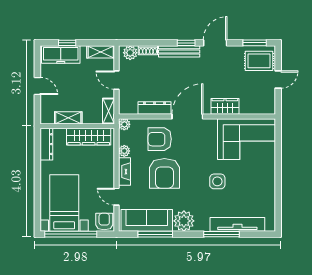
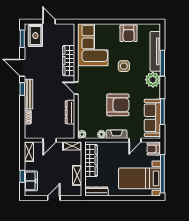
plant: (130, 53) -> (29, 130), removed
freezer: (61, 55) -> (31, 181), width x0.71
wardrobe: (225, 106) -> (69, 61), width x1.50
door: (187, 116) -> (76, 88), width x0.53
armchair: (160, 139) -> (129, 33), moved
plant: (184, 221) -> (153, 80), moved

